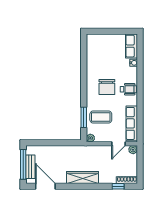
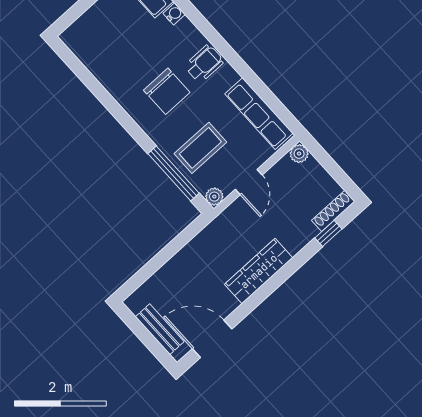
window: (84, 117) -> (174, 173), width x1.44
door: (119, 144) -> (249, 182), moved
window: (23, 164) -> (145, 336), removed

